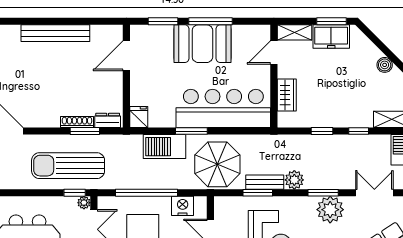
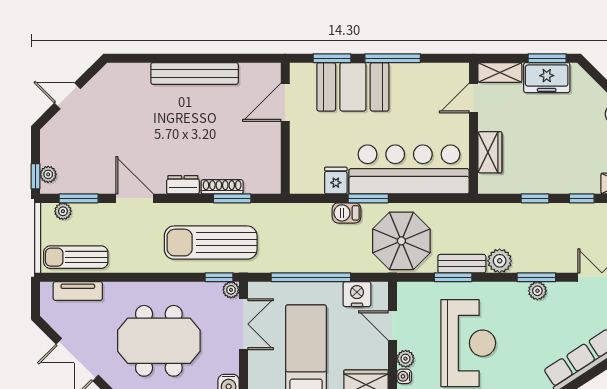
booth: (202, 44) -> (353, 87), moved
fridge: (139, 117) -> (336, 181), moved
dresser: (108, 120) -> (183, 185), moved
barbecue: (165, 147) -> (347, 213), width x0.53, depth x0.65
plant: (330, 210) -> (537, 291), width x0.53, depth x0.53

